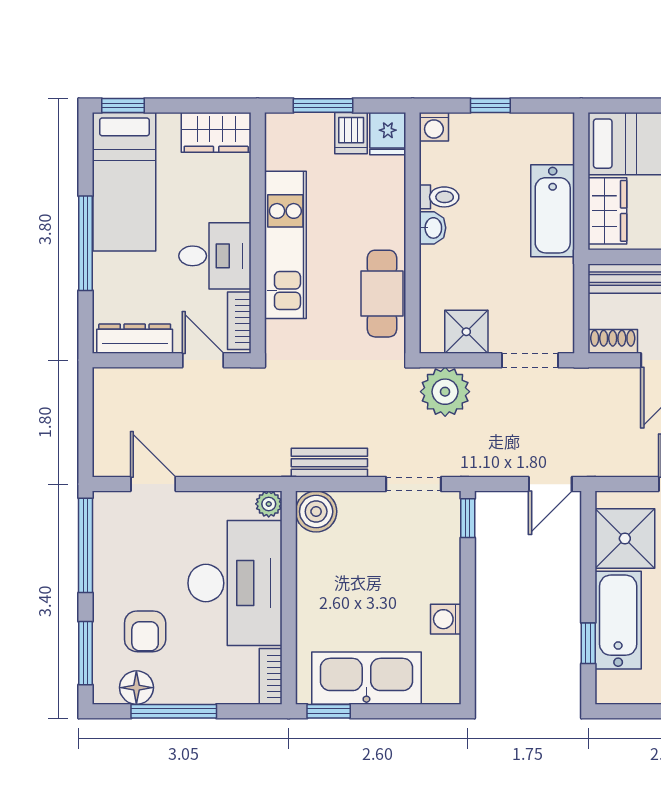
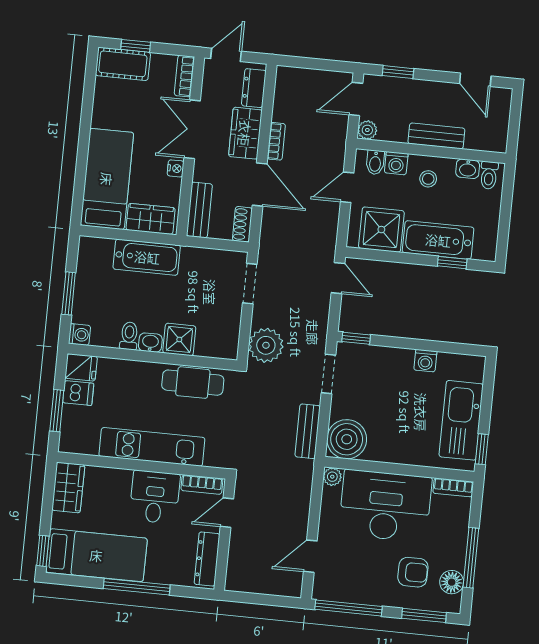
window: (490, 105) -> (69, 293), width x1.50
shower: (466, 332) -> (179, 339), moved
boiler: (316, 512) -> (347, 439), width x1.37, depth x1.37

